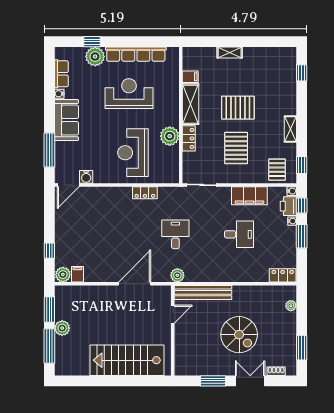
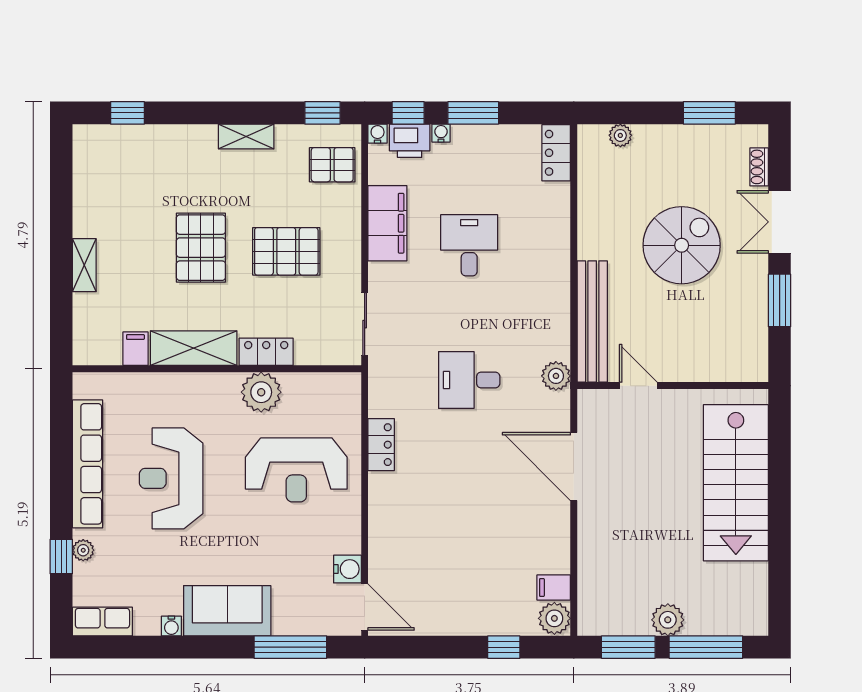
plant: (95, 57) -> (83, 550), width x0.53, depth x0.53
row of seats: (61, 74) -> (102, 622), moved

